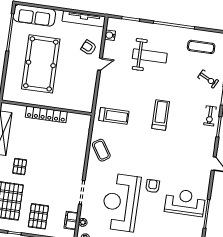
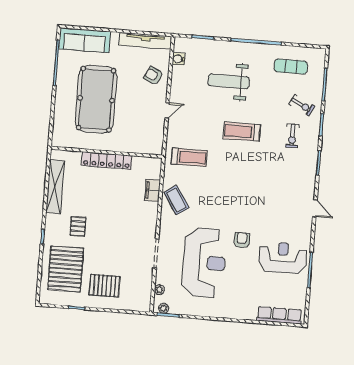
weight bench: (150, 56) -> (229, 81), turned 180
door: (100, 64) -> (167, 110), moved
treadmill: (161, 115) -> (242, 132), moved, turned -90
exercise bike: (210, 116) -> (292, 136), moved
reception desk: (121, 202) -> (204, 263), turned 180
pallet: (38, 216) -> (105, 286), turned 90
filing cabinet: (71, 220) -> (152, 190), moved

